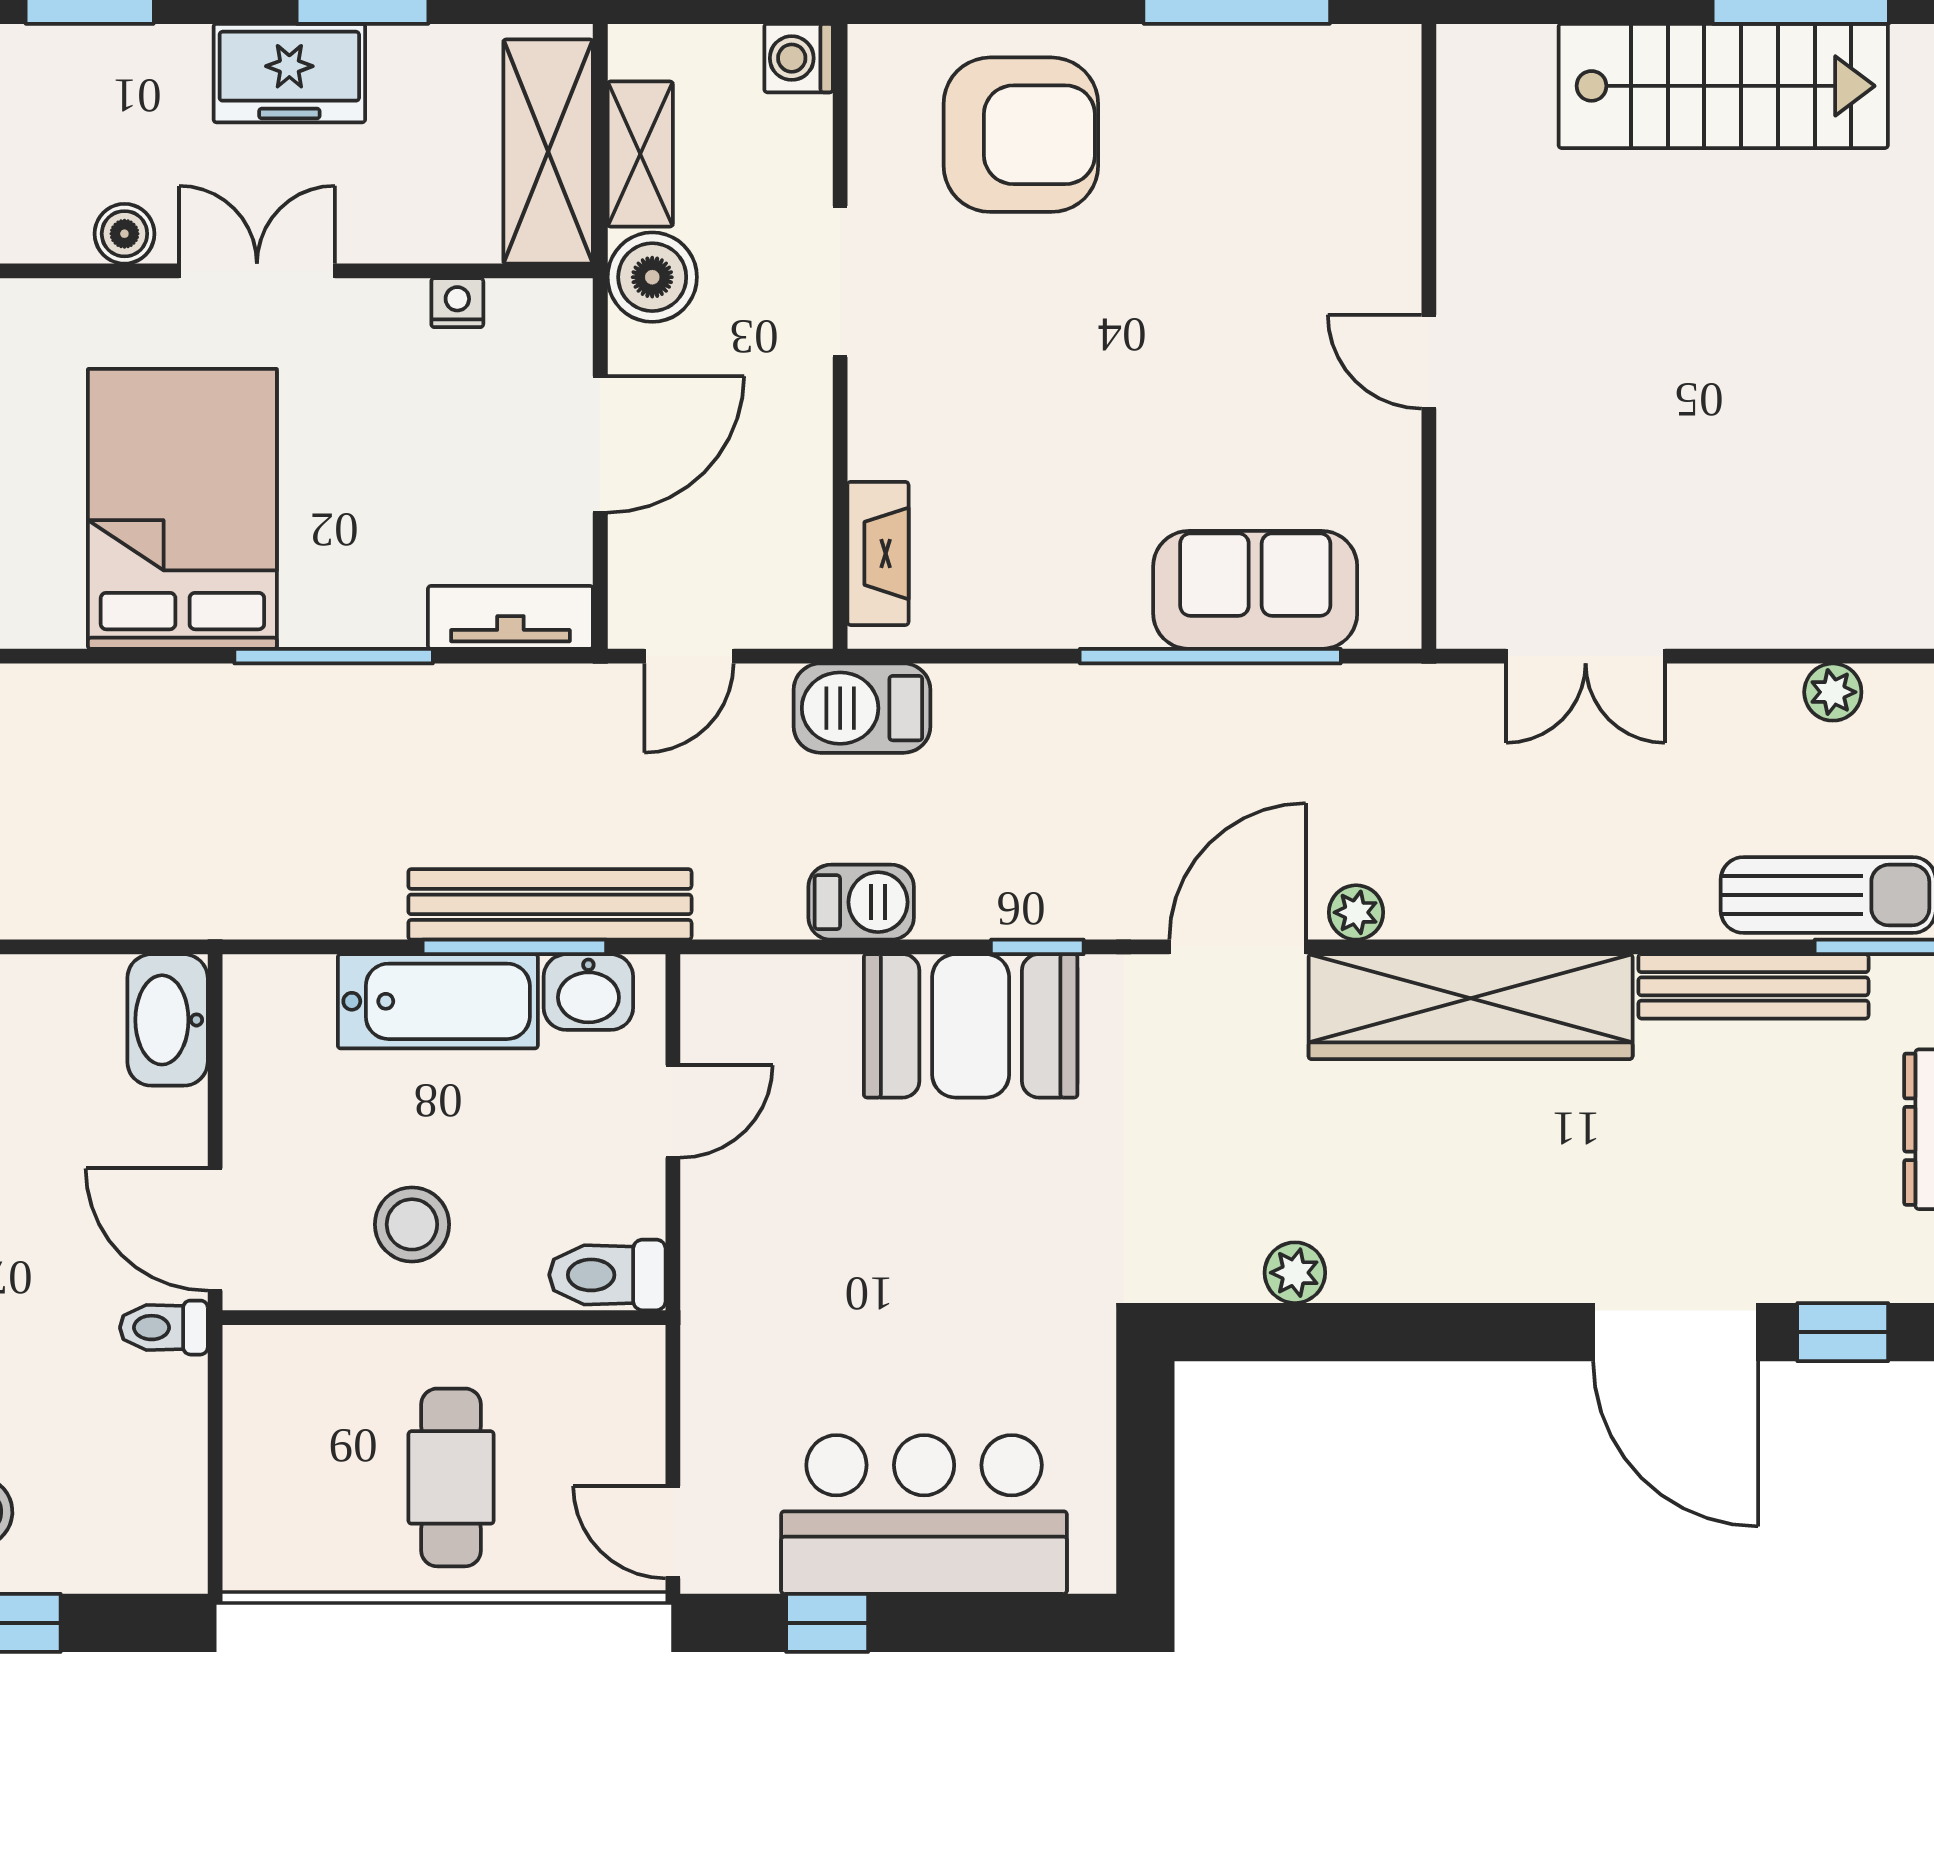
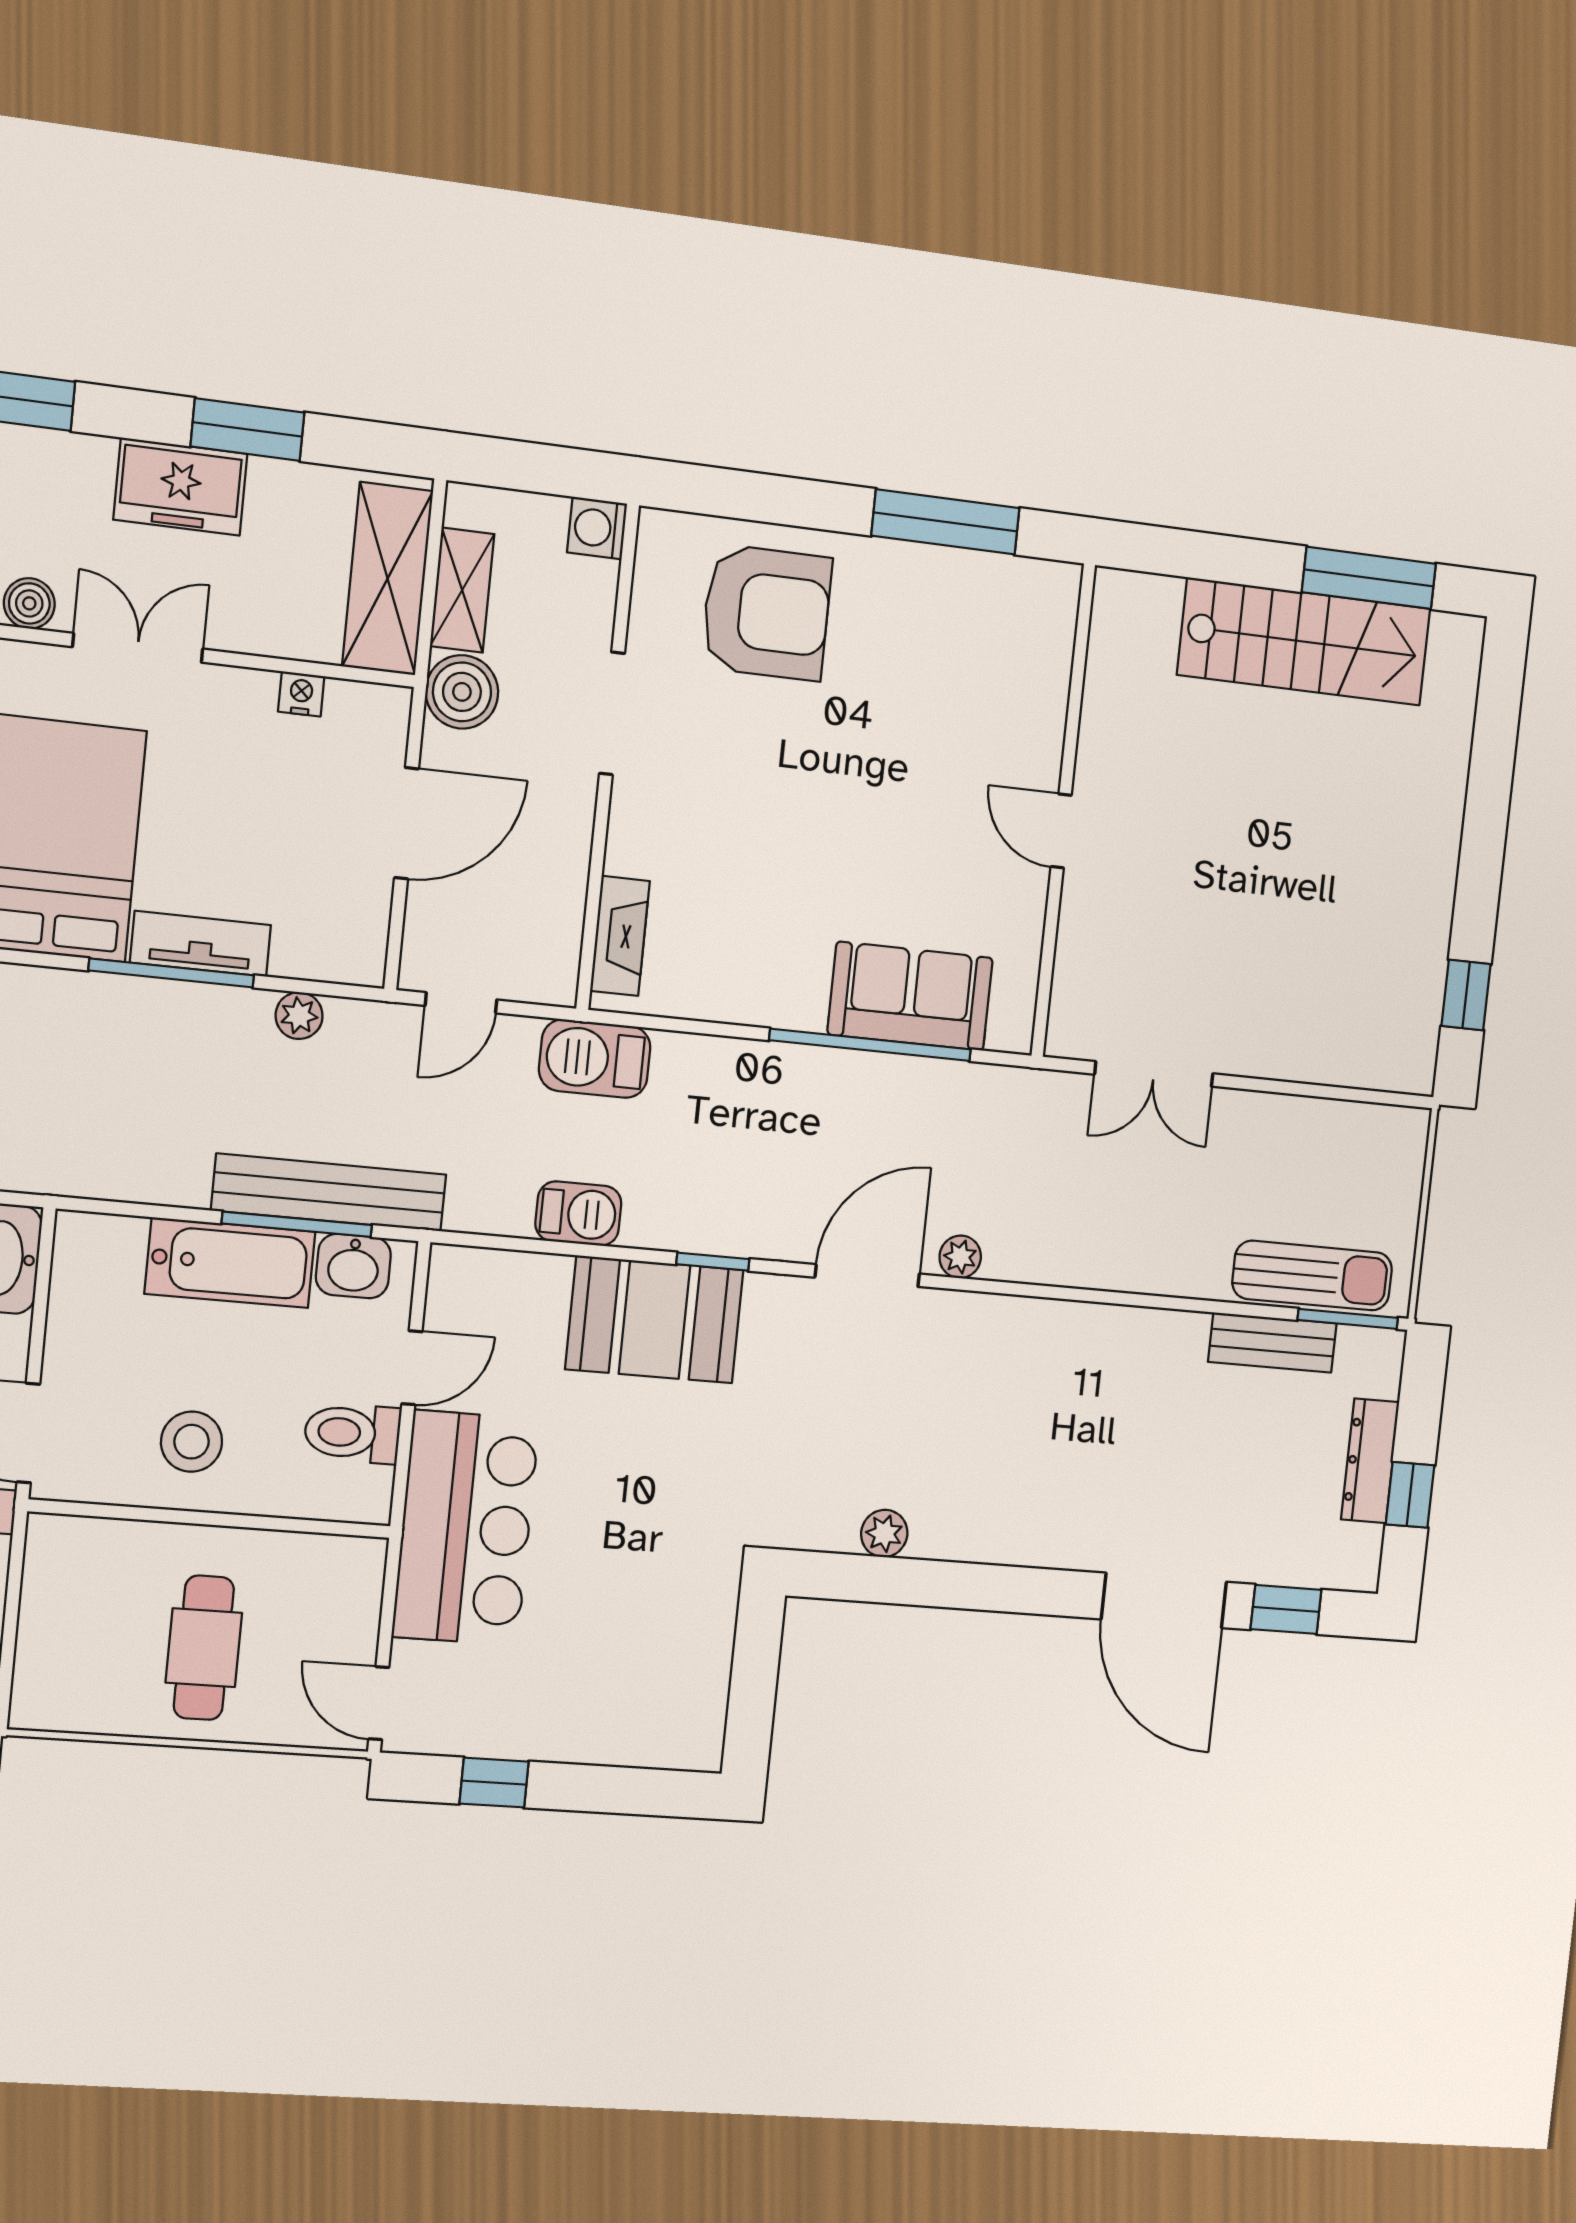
tv unit: (510, 617) -> (201, 944), moved
plant: (1833, 692) -> (299, 1016), moved
bench: (1753, 986) -> (1272, 1343), width x0.73
wardrobe: (1471, 1007) -> (1039, 1338), removed
toilet: (607, 1275) -> (352, 1433), moved
bar counter: (924, 1514) -> (466, 1528), moved, turned 90

